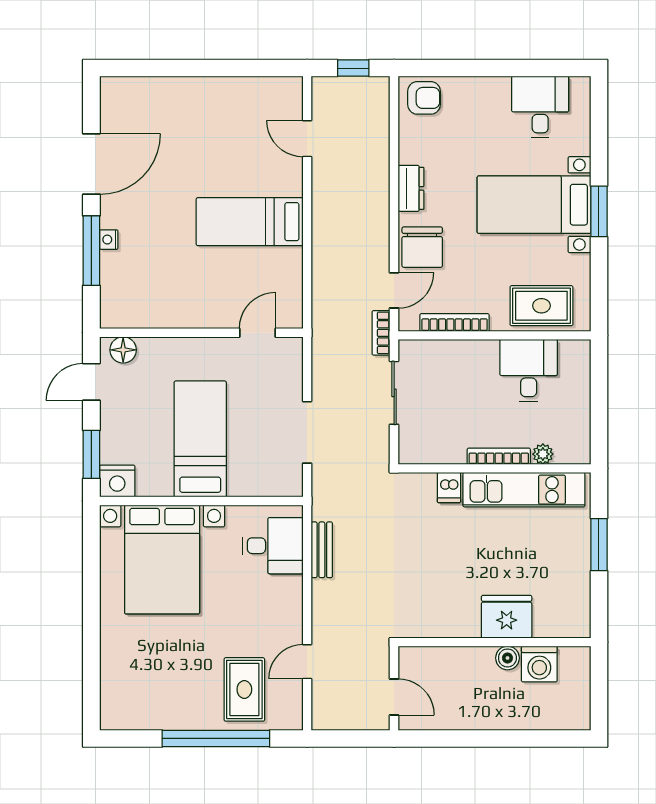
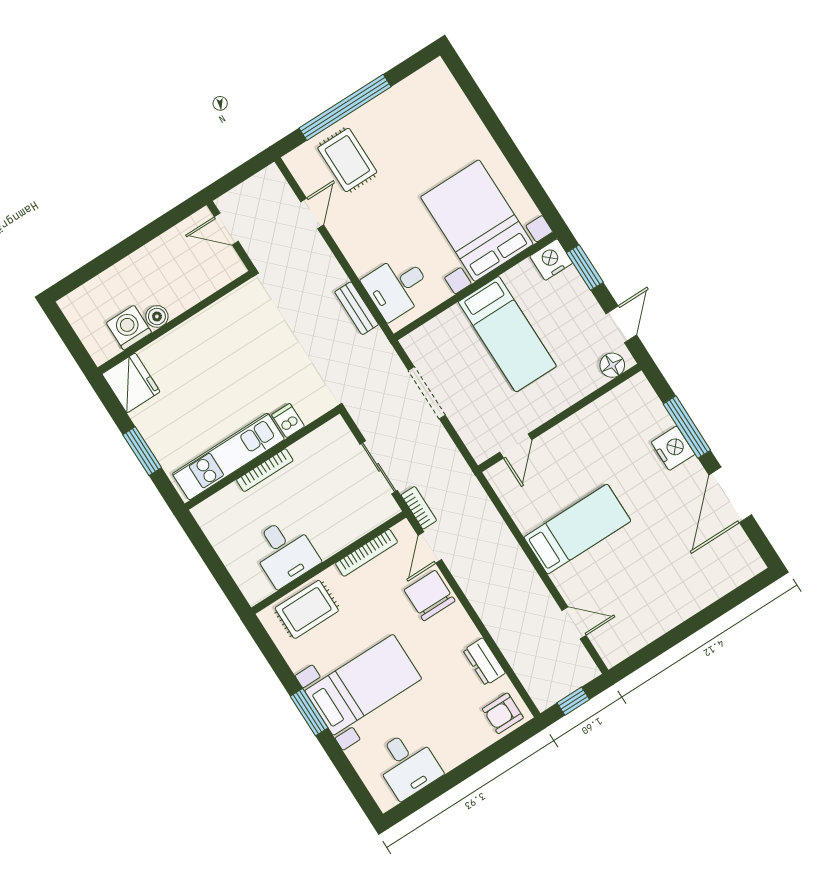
dresser: (411, 188) -> (484, 662), moved
nightstand: (109, 240) -> (673, 448), width x1.89, depth x1.79
plant: (543, 454) -> (231, 494), removed
fridge: (507, 617) -> (131, 383), moved, turned -90

